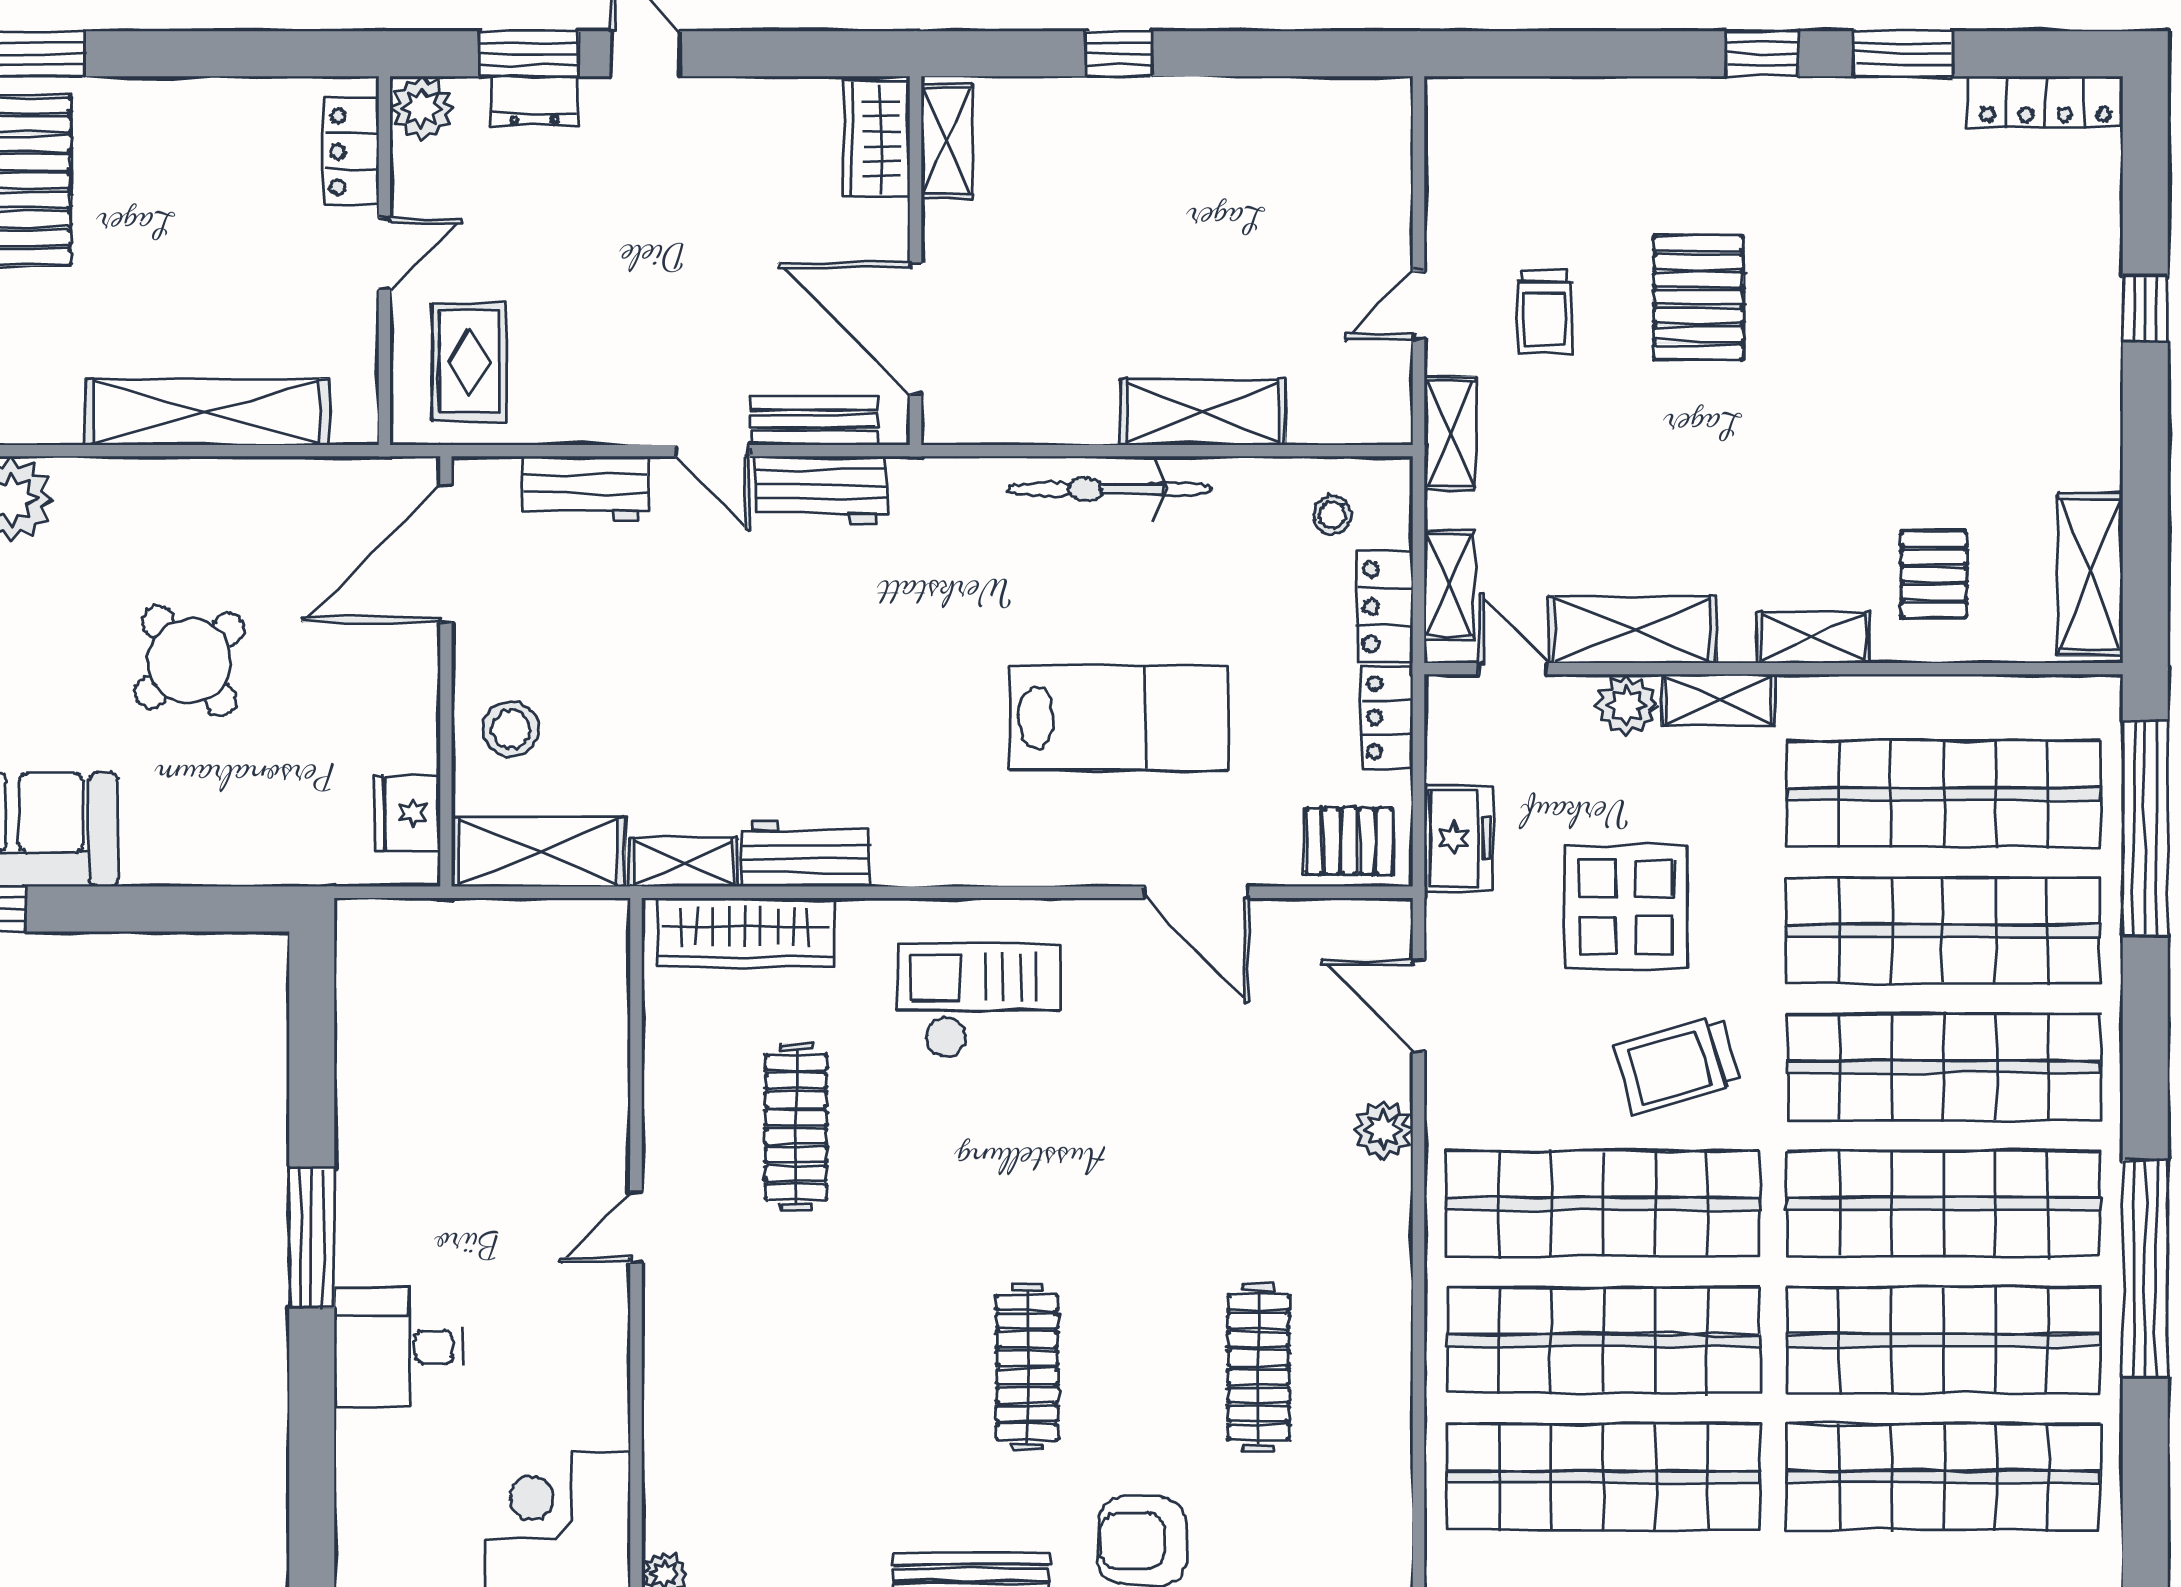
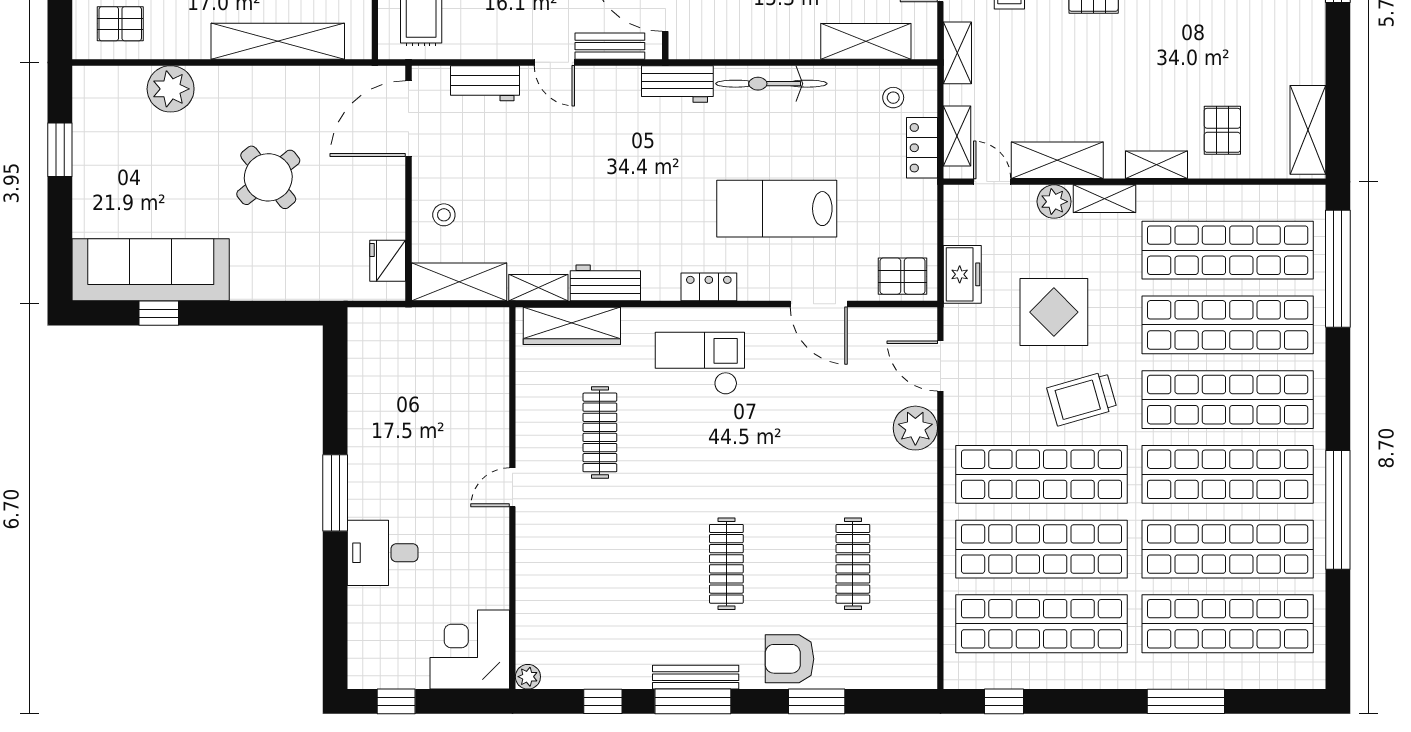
shelving: (1203, 412) -> (866, 41), moved
workbench: (821, 490) -> (677, 84), moved
lab bench: (1119, 718) -> (777, 209), turned 180
locker: (1387, 718) -> (709, 287), moved, turned 90
stool: (511, 729) -> (444, 215), width x0.73, depth x0.73
plant: (1383, 1130) -> (915, 428), width x1.36, depth x1.36

